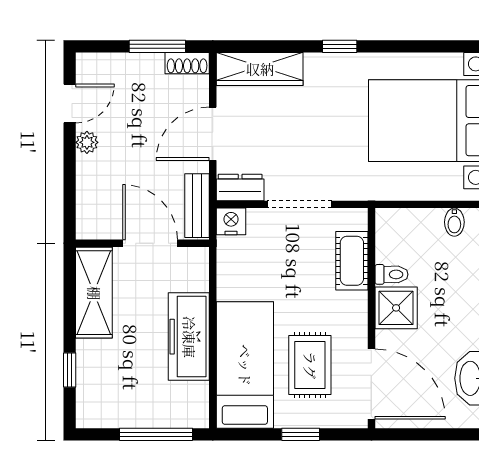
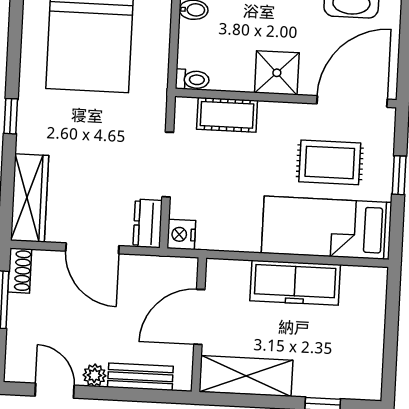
bench: (197, 206) -> (140, 377), moved
toilet: (391, 274) -> (192, 80), moved, turned 90
window: (156, 434) -> (392, 321), removed

